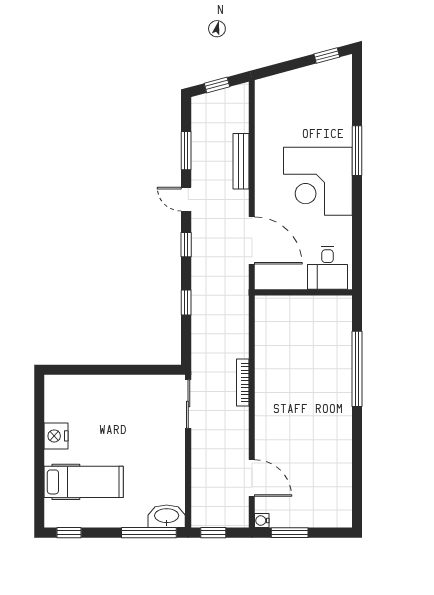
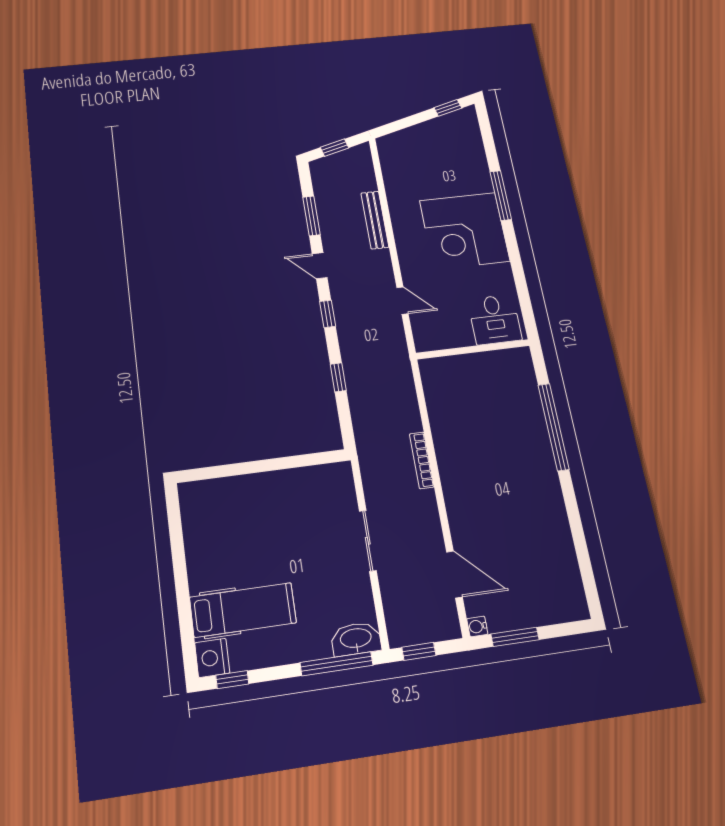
door: (252, 240) -> (402, 301), width x0.53
sliding door: (188, 404) -> (368, 541), moved
nightstand: (56, 436) -> (212, 658), moved

